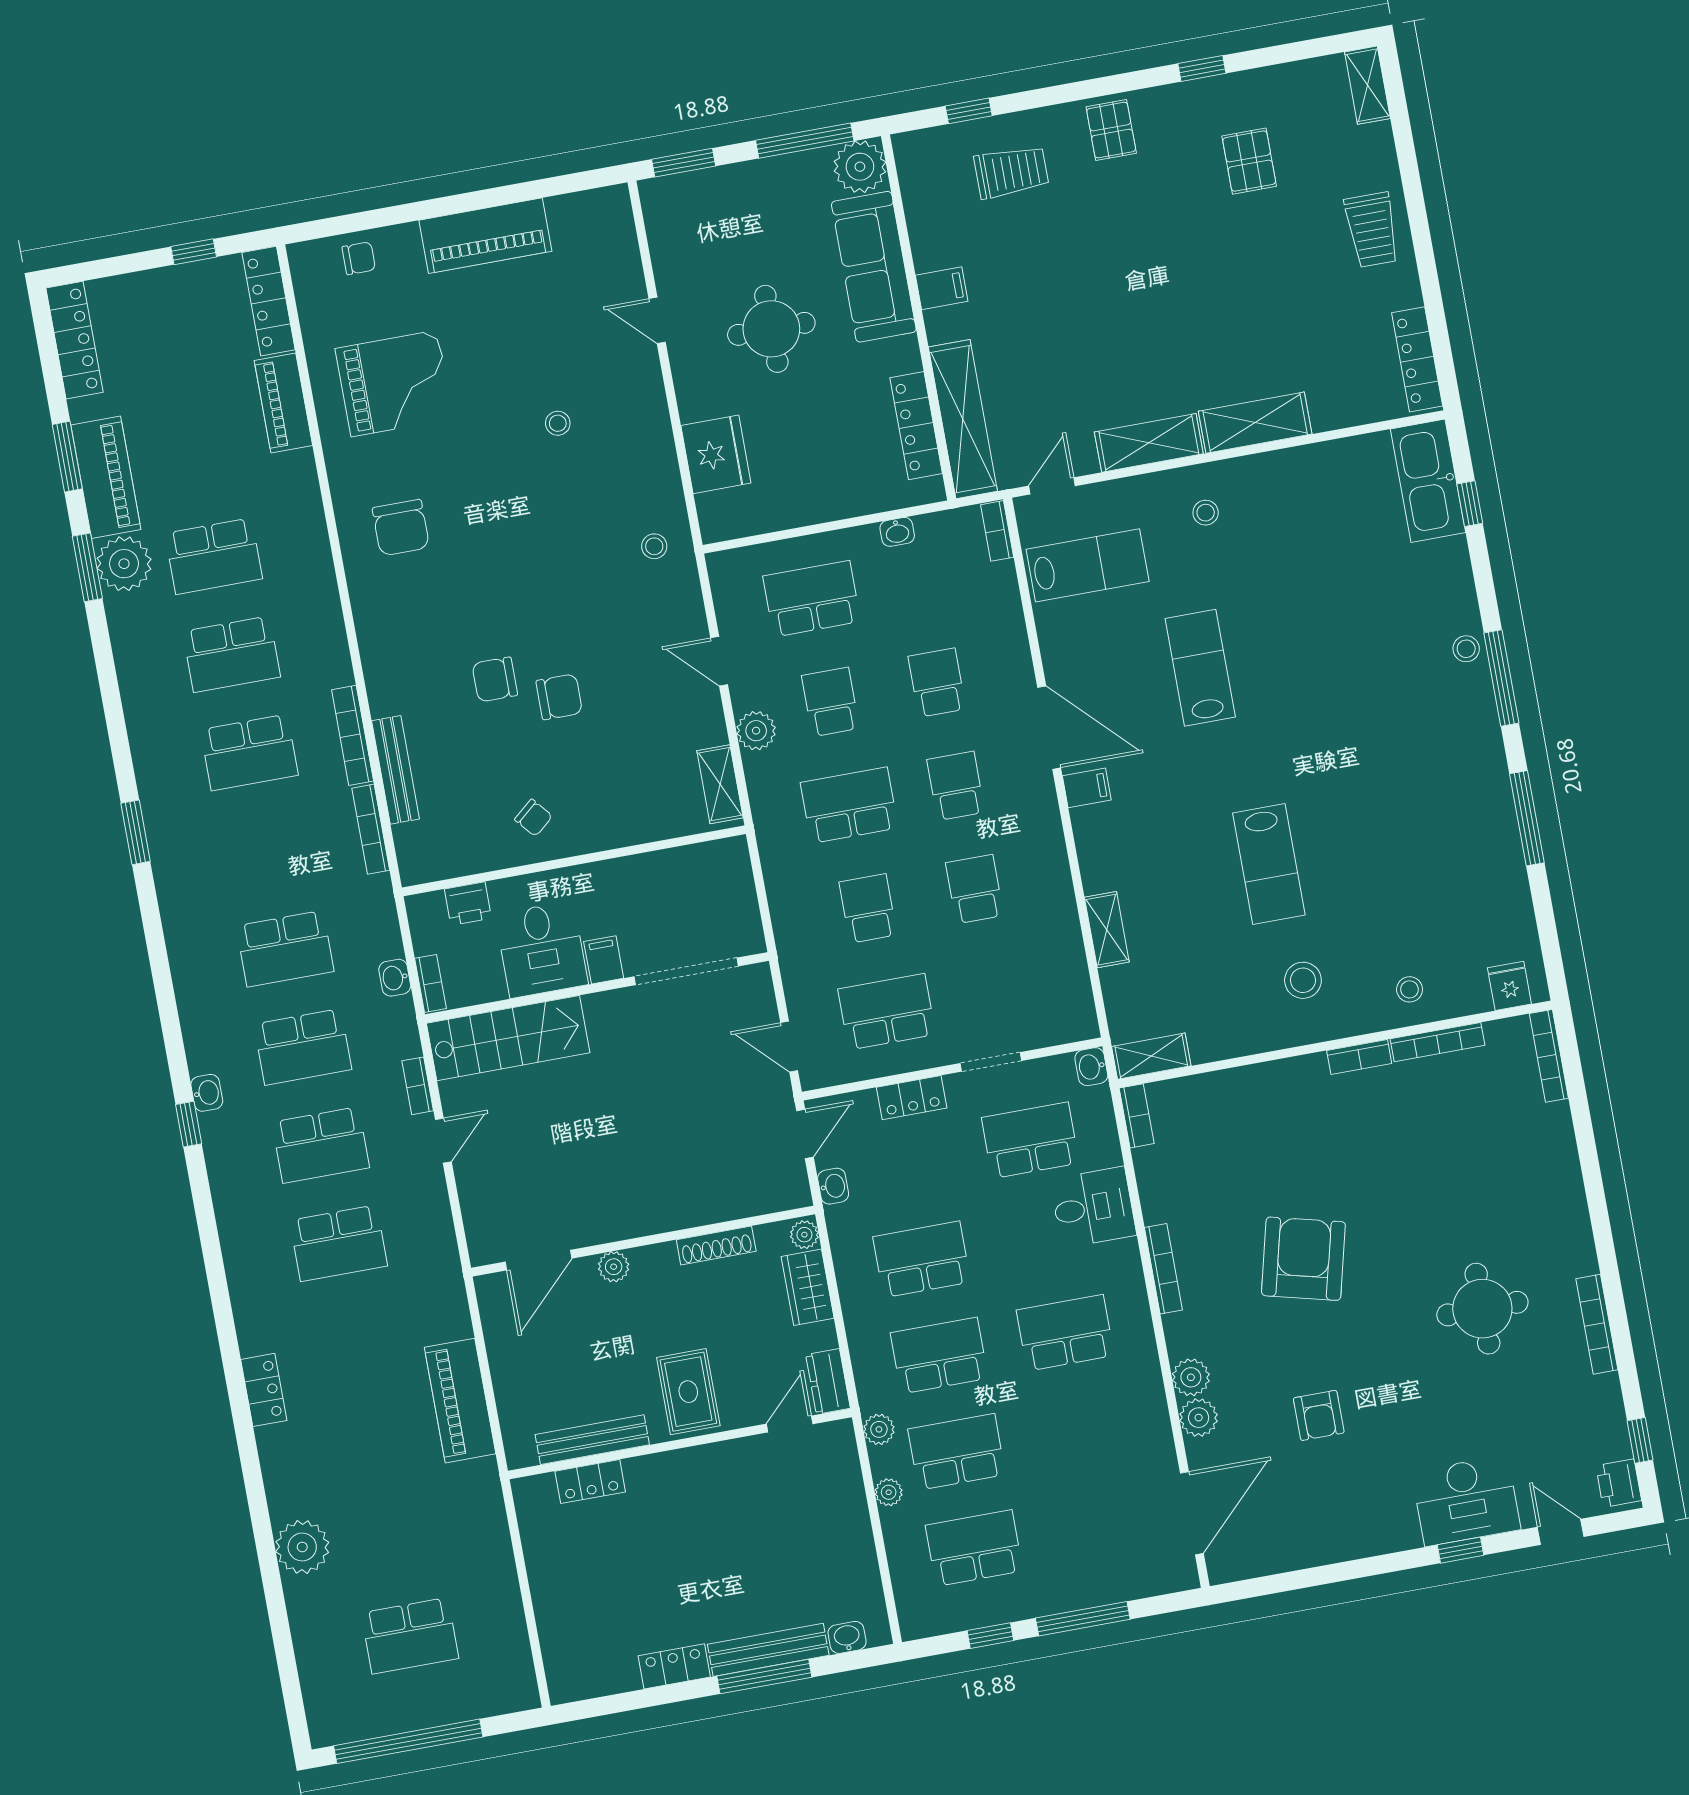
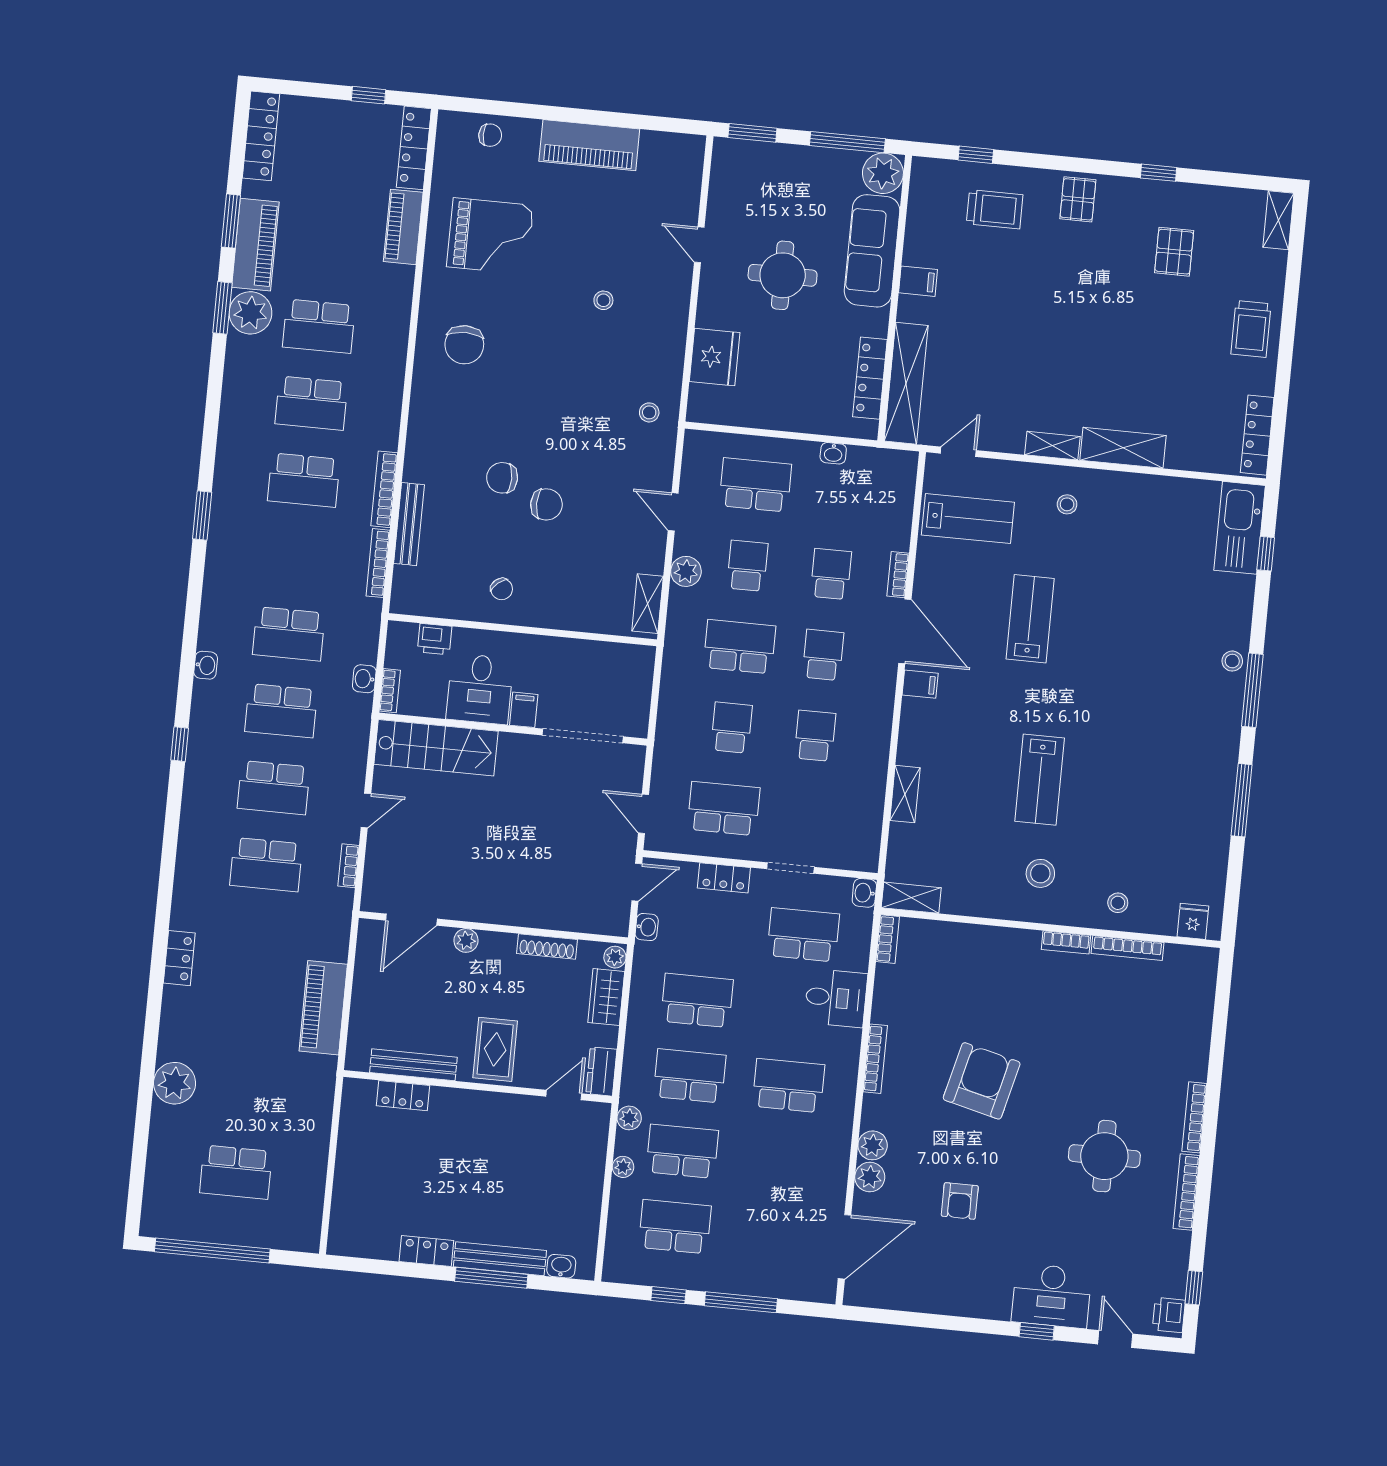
shelving: (1149, 443) -> (1052, 446), width x0.67, depth x0.75
bookcase: (997, 531) -> (898, 575), moved
bookcase: (1549, 1056) -> (1194, 1117), moved
bookcase: (418, 1086) -> (348, 866), moved
washbasin: (207, 1093) -> (206, 665), moved

